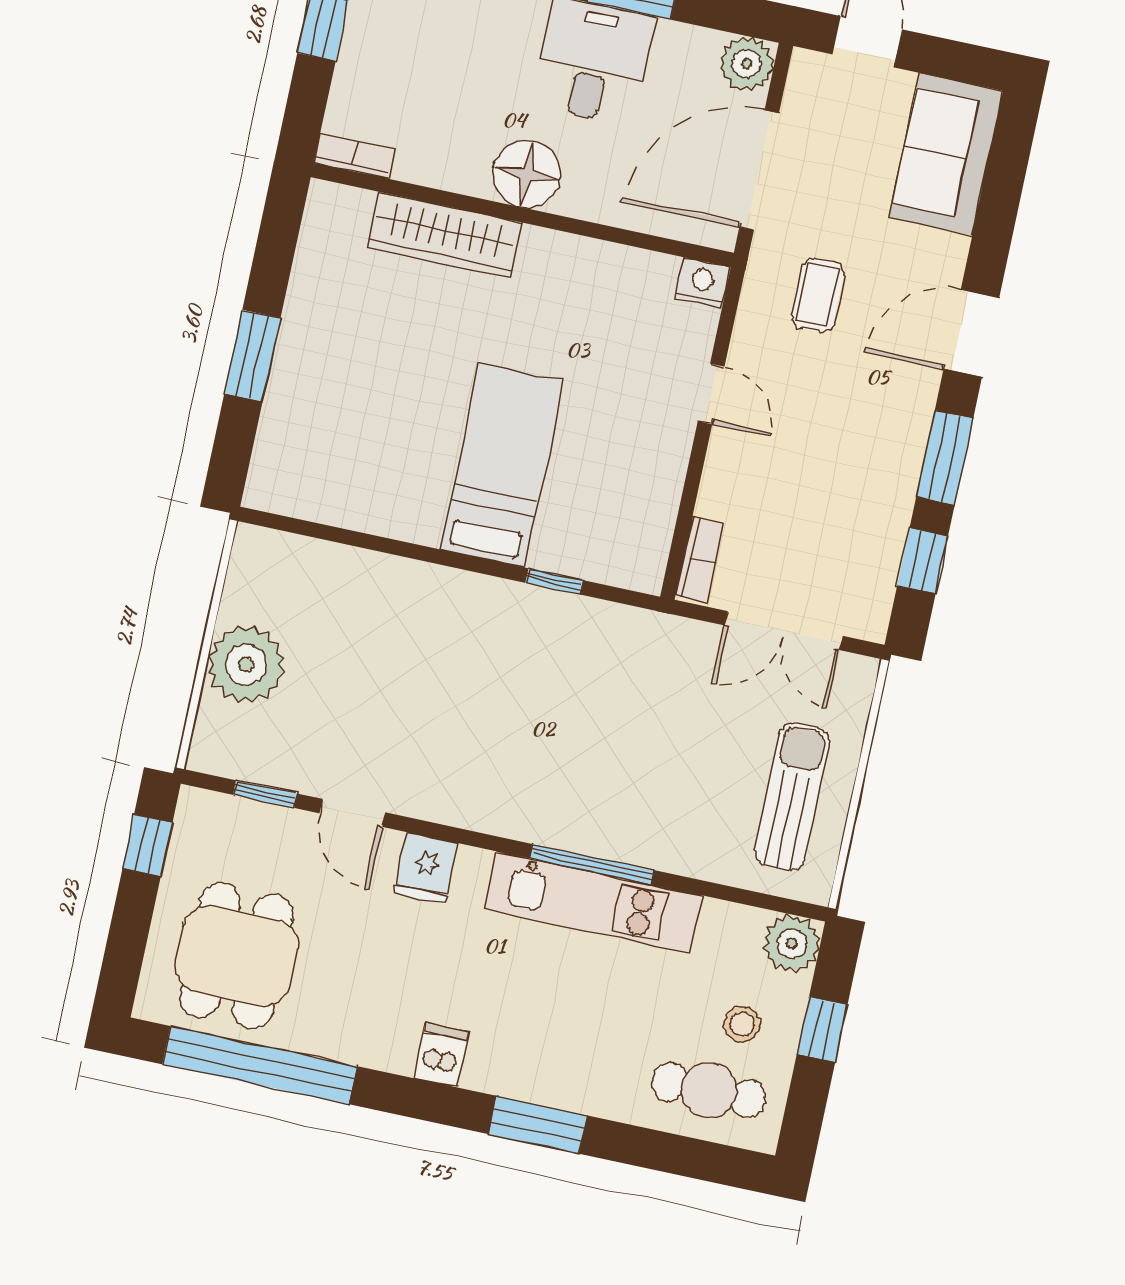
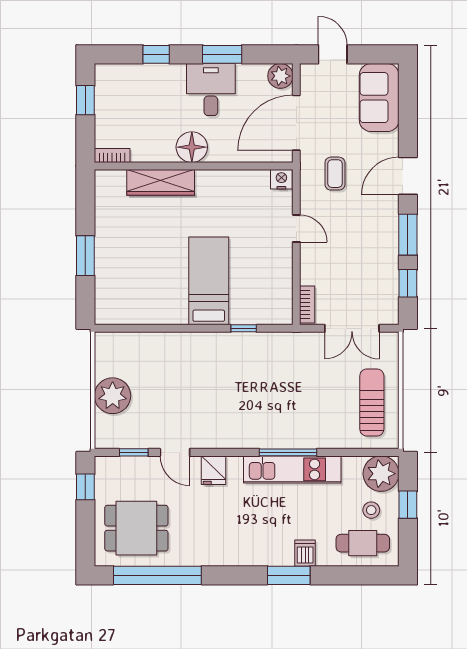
plant: (792, 944) -> (381, 474), width x1.36, depth x1.36
dining table: (237, 956) -> (136, 528), turned 90
dishwasher: (441, 1055) -> (305, 553), moved

